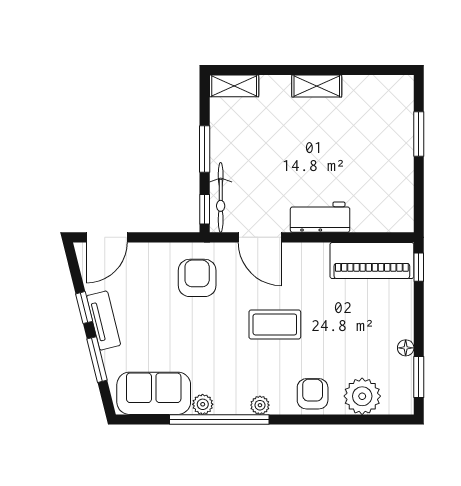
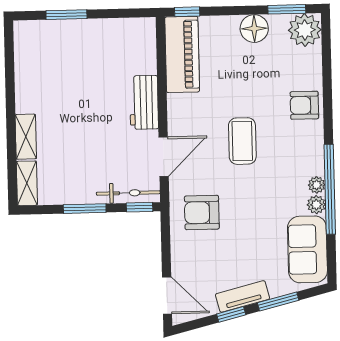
shelving: (317, 86) -> (26, 137), moved
floor lamp: (406, 348) -> (254, 29), width x1.89, depth x1.89
plant: (362, 396) -> (305, 30), moved
plant: (260, 405) -> (317, 185), moved

